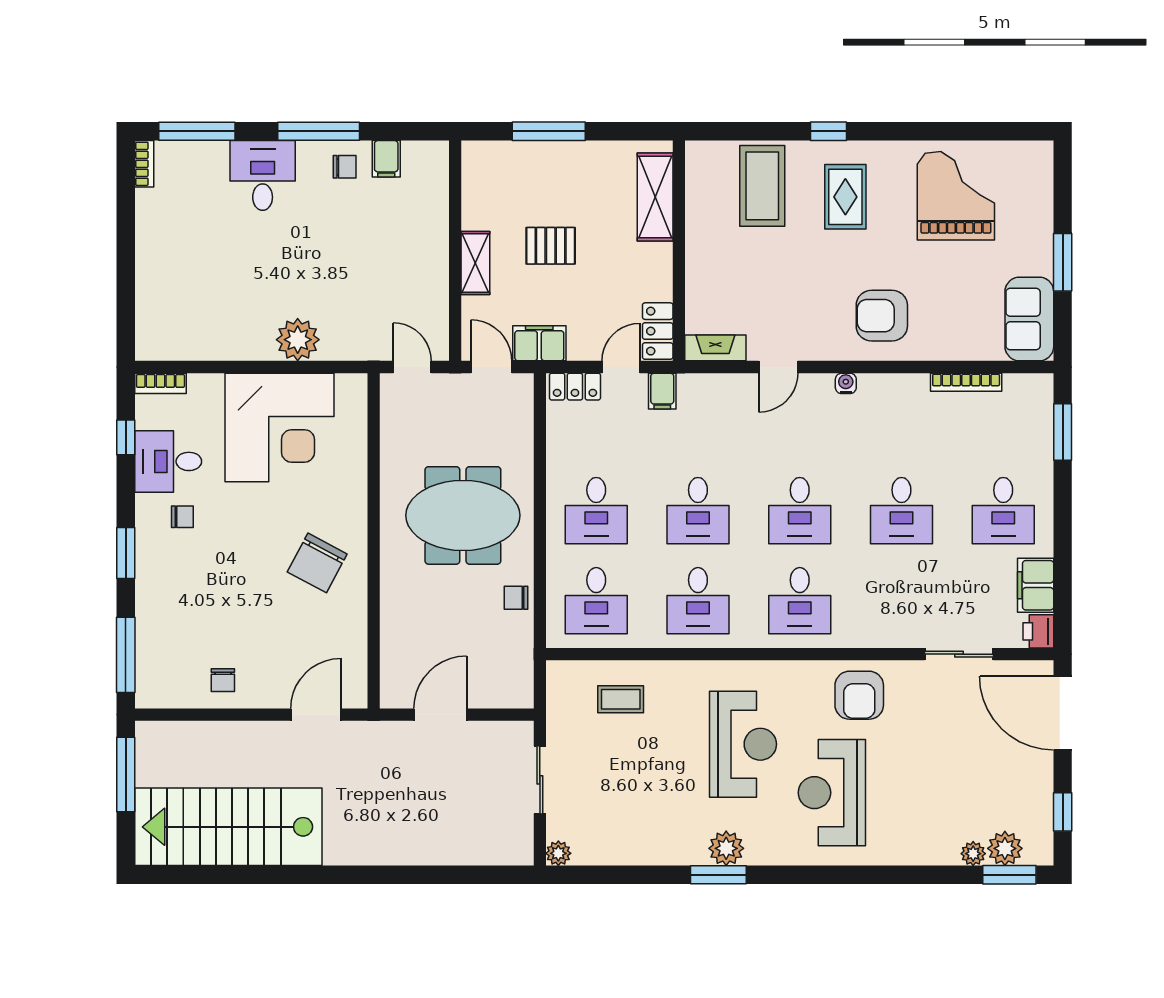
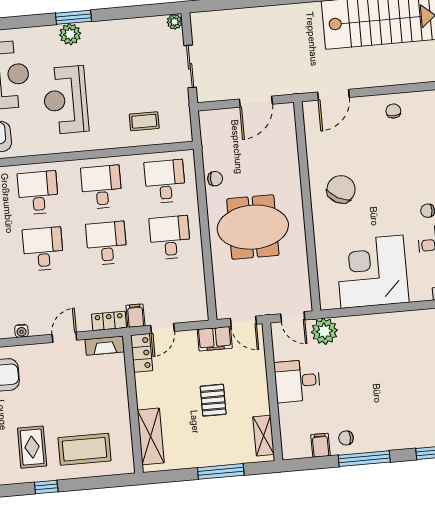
desk: (263, 175) -> (297, 381), moved, turned 90
coffee table: (762, 186) -> (84, 449), turned 90
pallet: (551, 246) -> (213, 400), turned 90
shelving: (475, 263) -> (264, 436), moved
plant: (298, 340) -> (324, 331), moved
locker: (575, 387) -> (109, 321), moved

